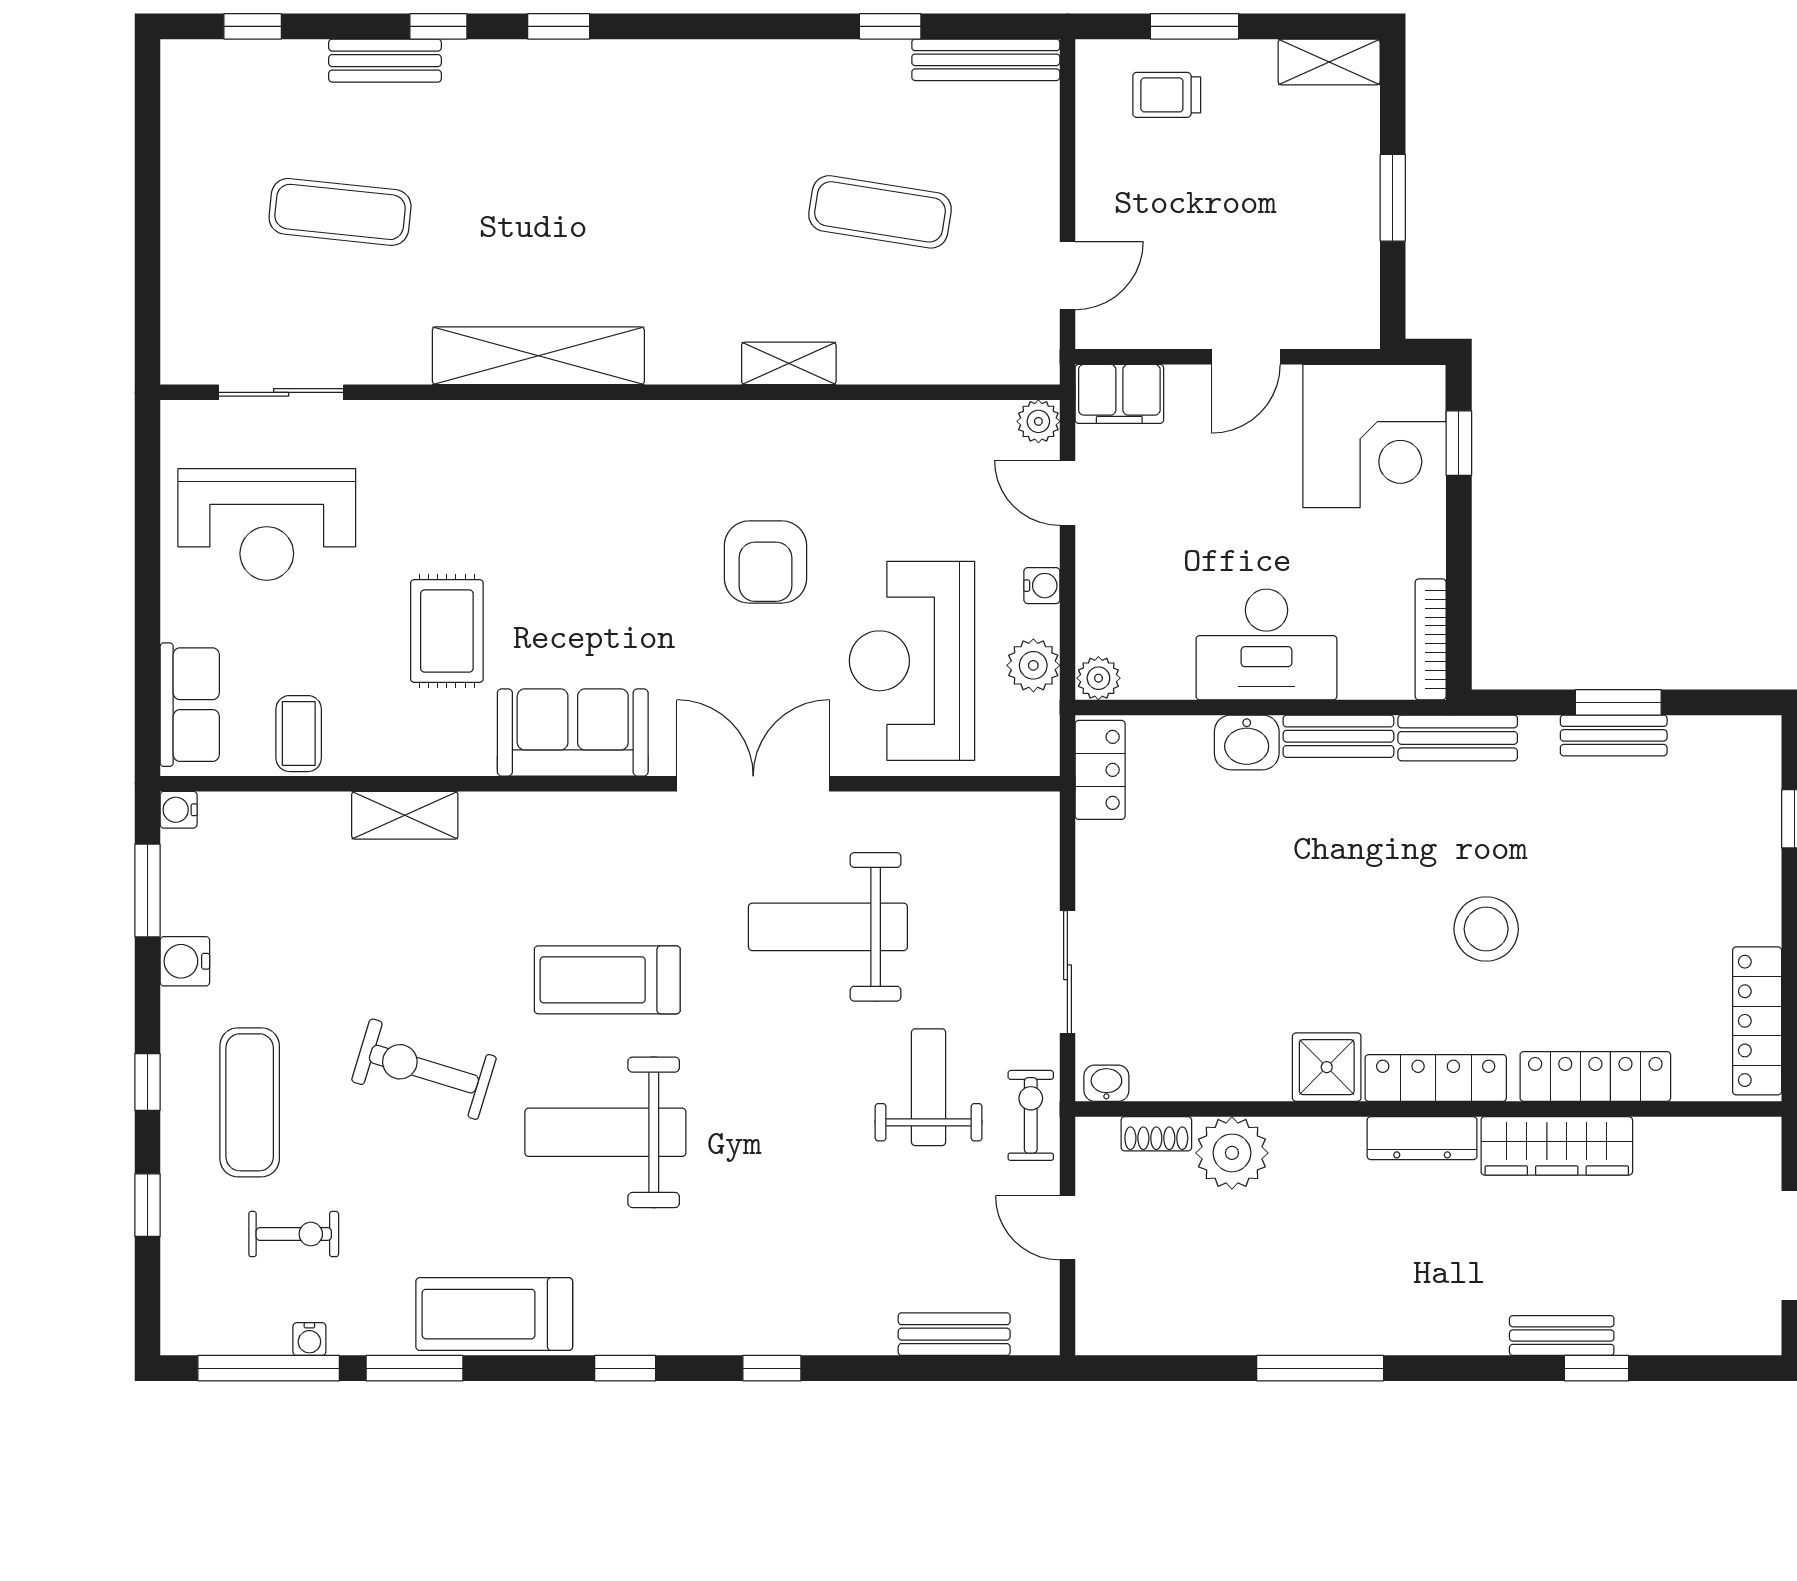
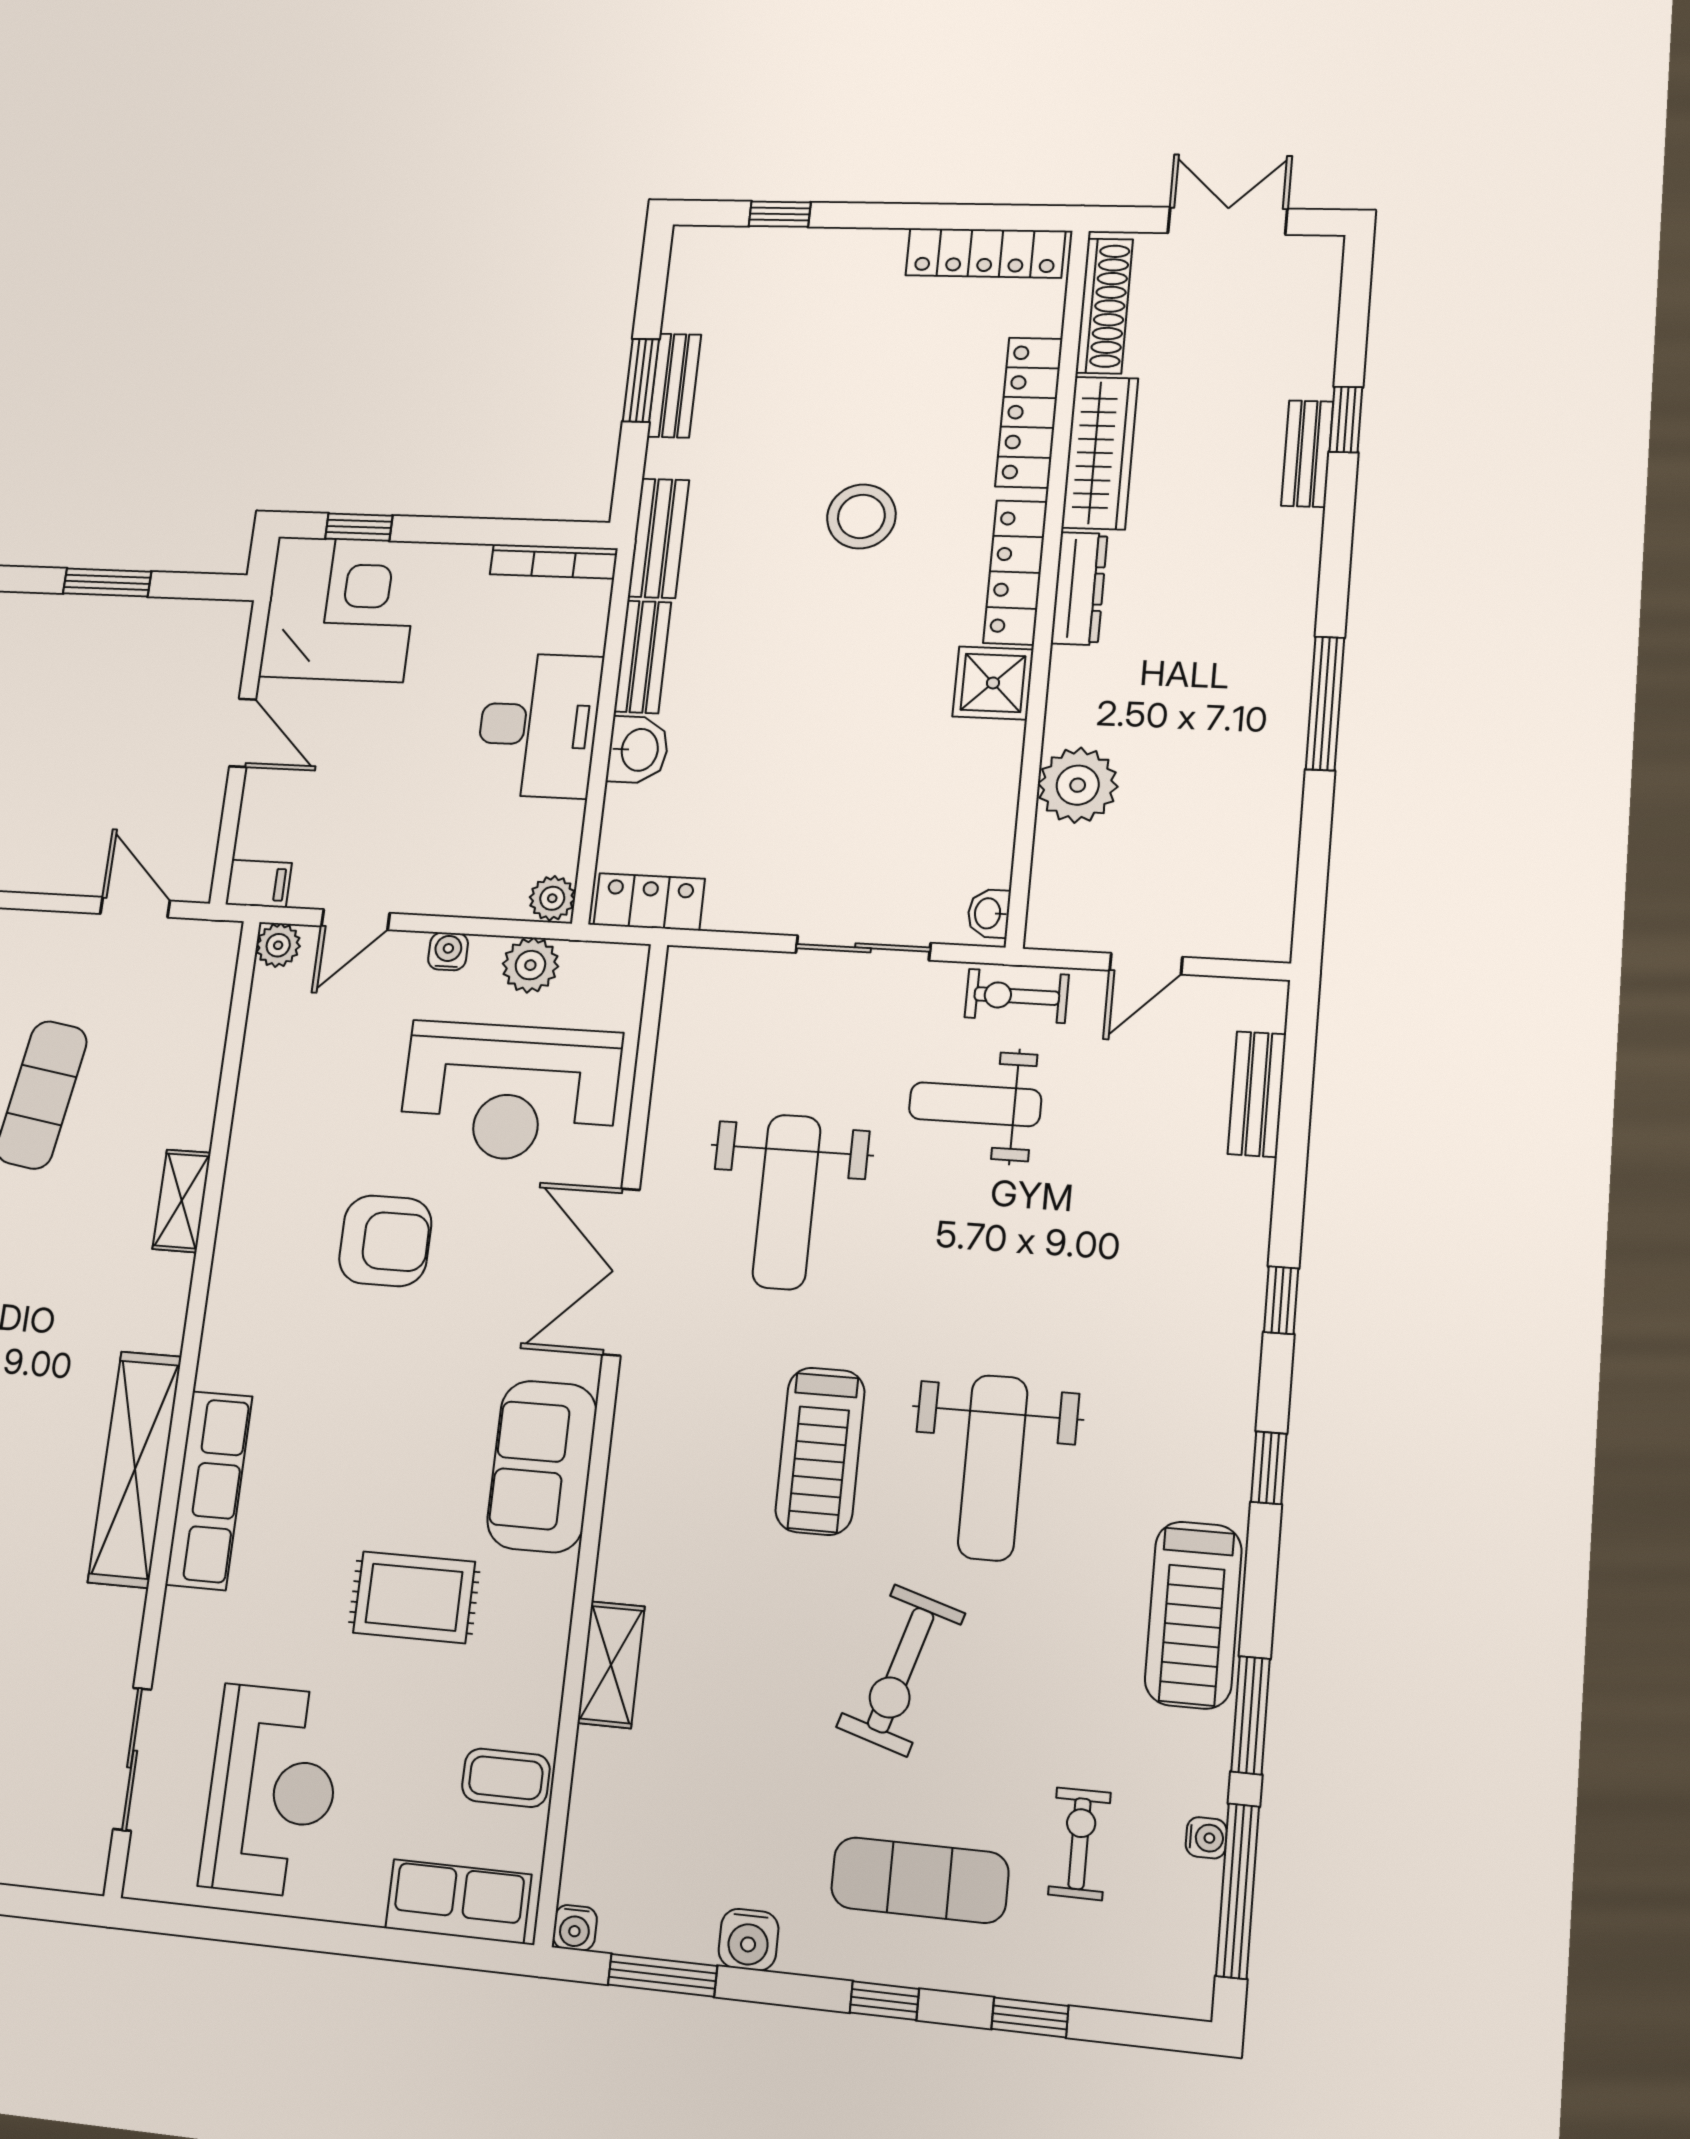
filing cabinet: (1119, 394) -> (259, 884), width x0.50
row of seats: (525, 428) -> (209, 1490), added
shoe rack: (1156, 1134) -> (1104, 306), moved, width x1.94, depth x1.24

